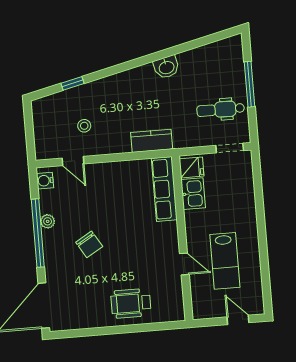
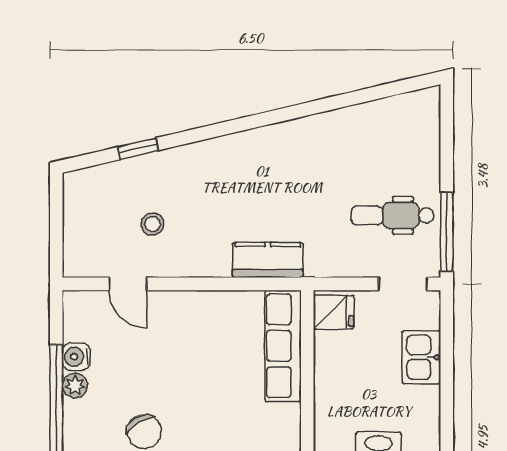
washbasin: (166, 67) -> (304, 134), removed
window: (250, 84) -> (447, 232), moved
water cooler: (45, 181) -> (76, 357), moved
kitchen sink: (193, 194) -> (421, 357), moved, turned 180

